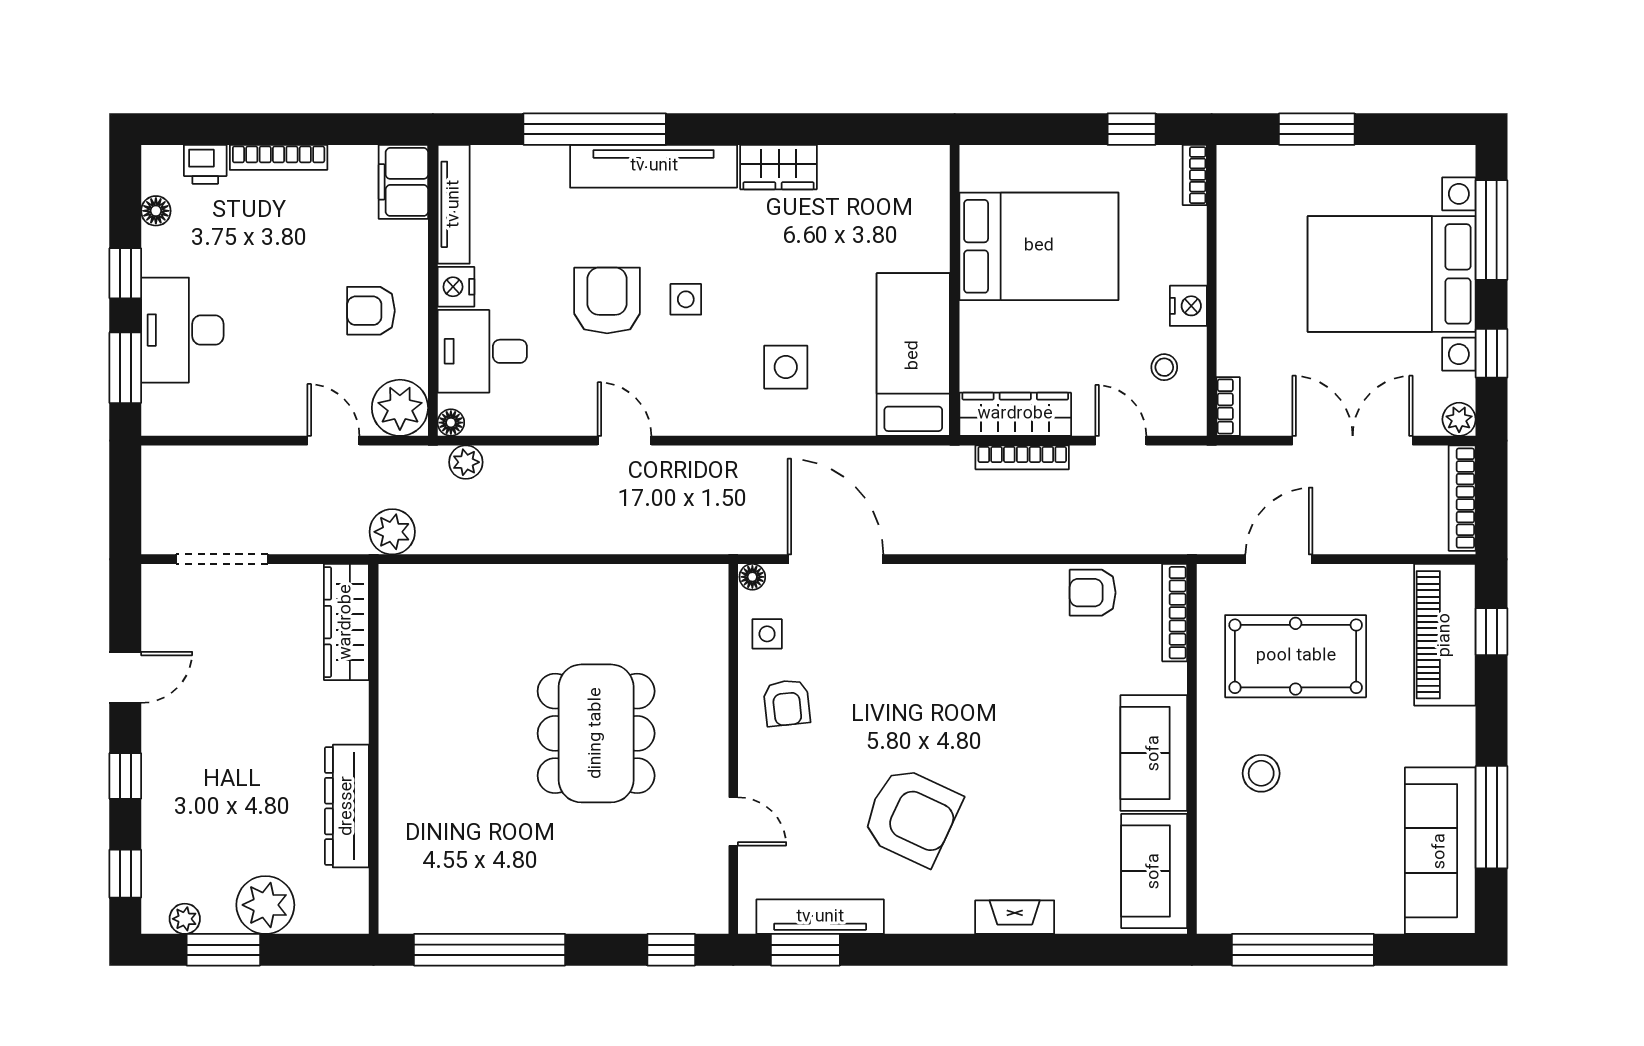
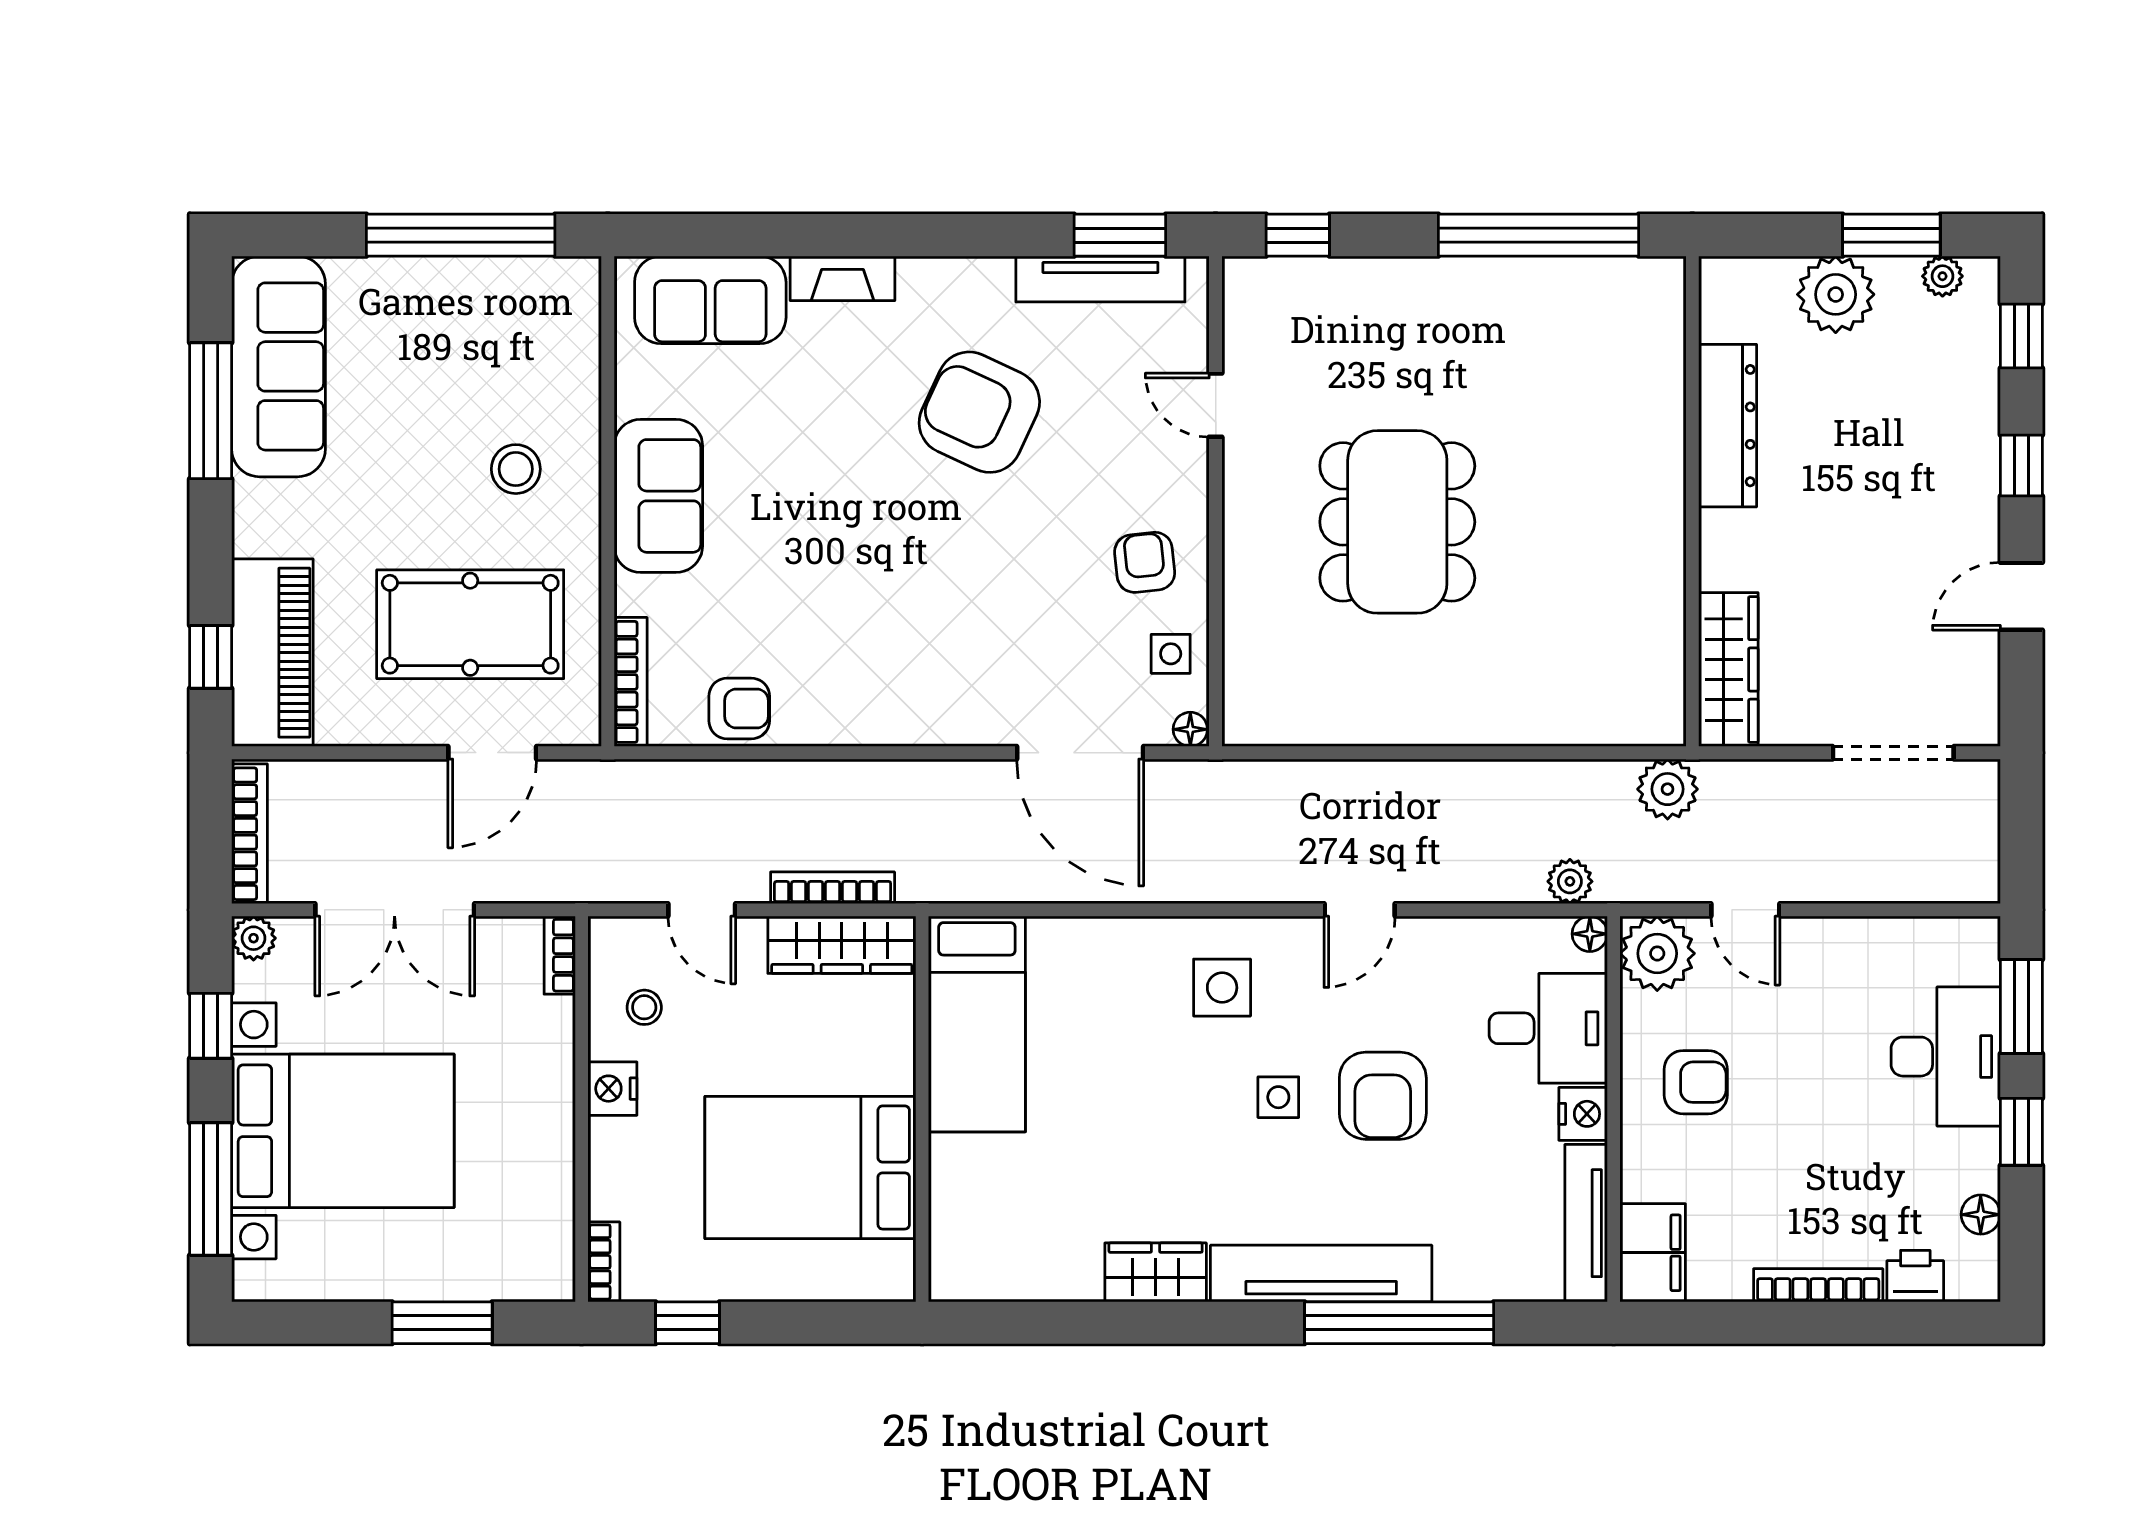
side table: (786, 367) -> (1222, 988), moved
door: (625, 441) -> (1360, 910), hinge flipped
sofa: (1154, 871) -> (710, 300), moved, turned 90

